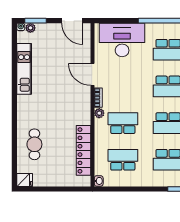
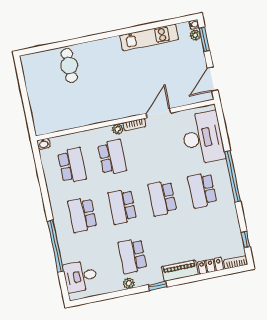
cafe table: (34, 144) -> (69, 66), turned 90
locker: (84, 150) -> (74, 120), removed
fridge: (25, 180) -> (28, 63), removed

